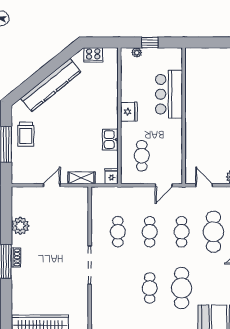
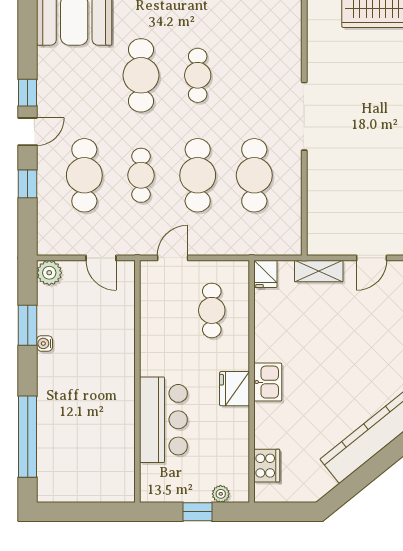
cooker: (93, 55) -> (267, 466), moved, turned 90
kitchen sink: (110, 140) -> (268, 382), moved
cafe table: (118, 232) -> (254, 175), width x1.37, depth x1.35
cafe table: (150, 232) -> (198, 175), width x1.37, depth x1.35

